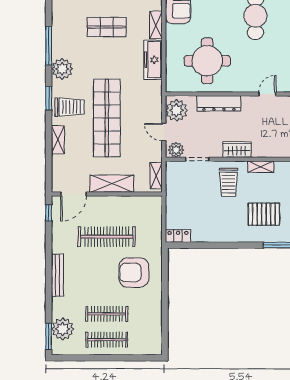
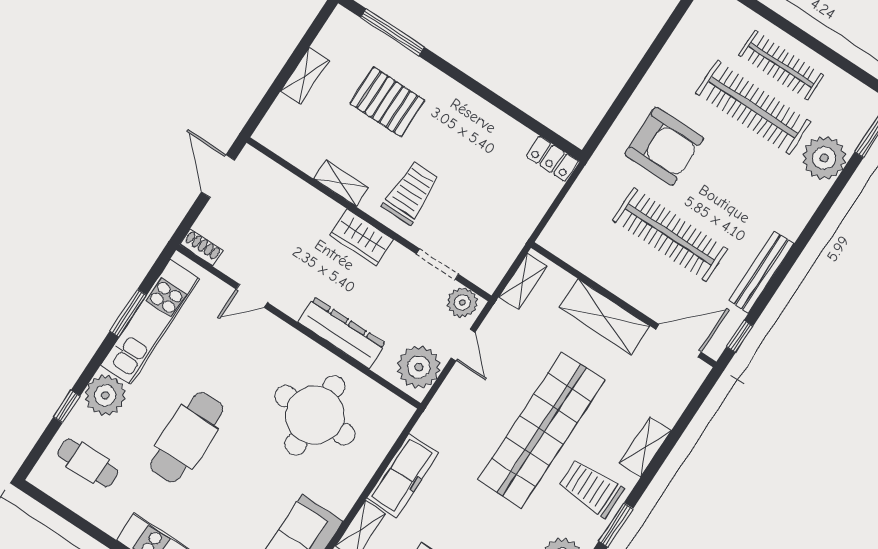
bench: (57, 275) -> (761, 272), moved
clothes rail: (107, 314) -> (753, 107), width x1.37, depth x1.31
plant: (63, 329) -> (824, 158), moved

